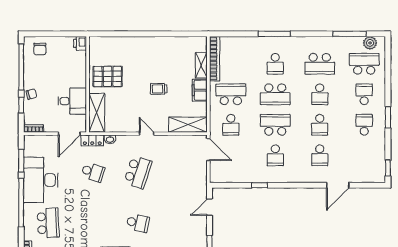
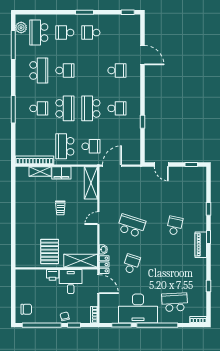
printer: (80, 43) -> (53, 275), moved
school desk: (320, 125) -> (91, 70), removed

